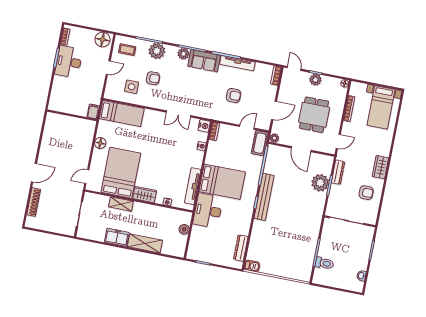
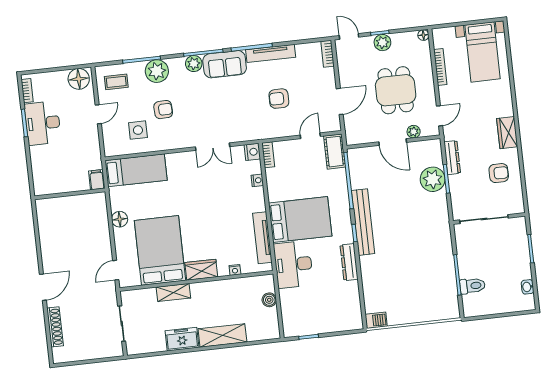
armchair: (234, 95) -> (279, 99), turned 180
plant: (274, 138) -> (414, 132), moved
dresser: (241, 248) -> (349, 262), moved

